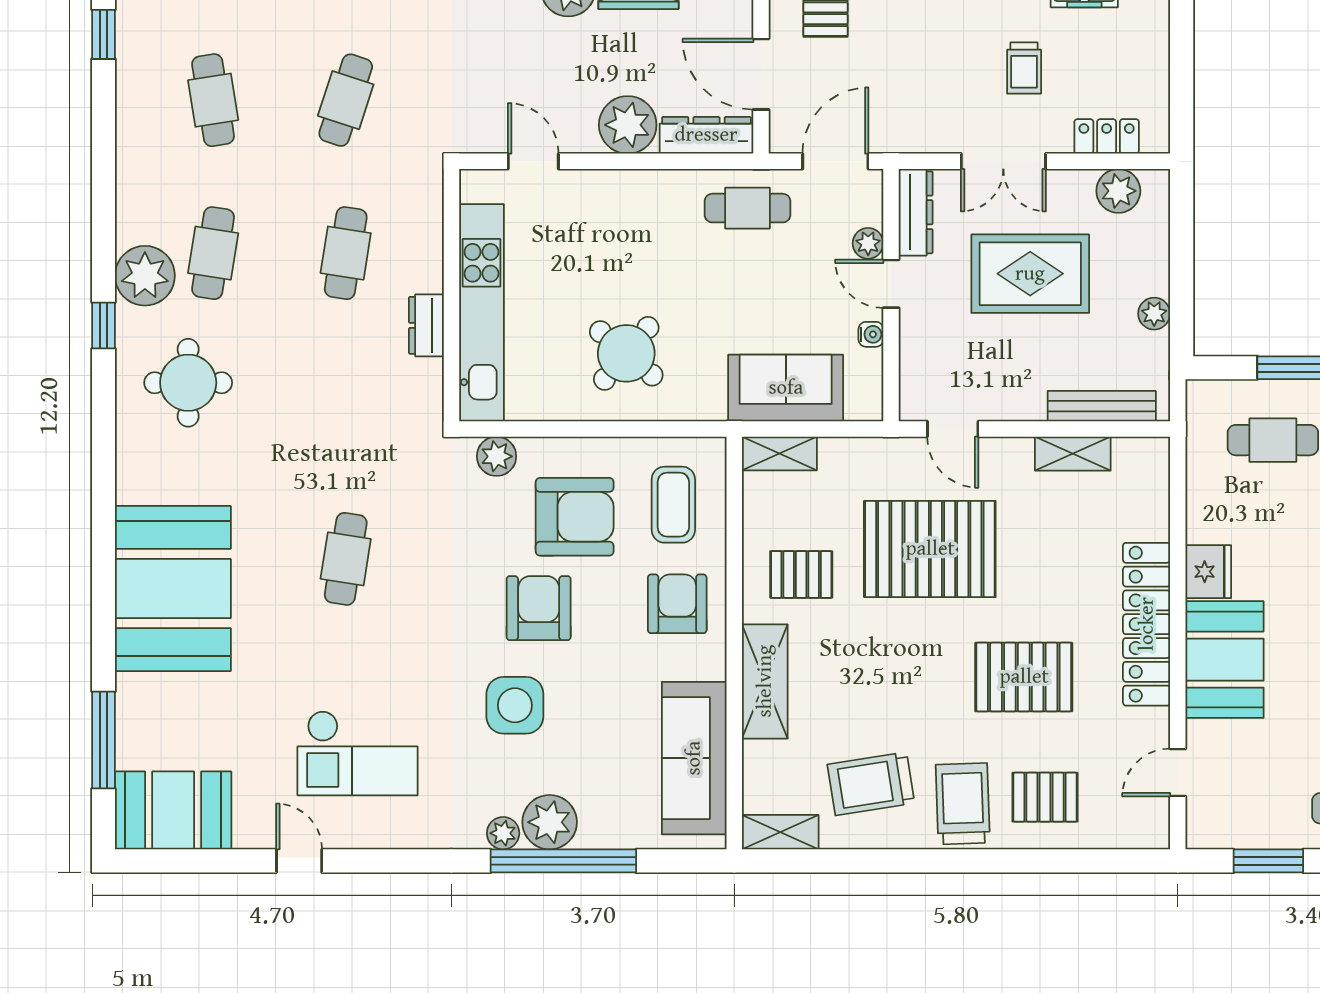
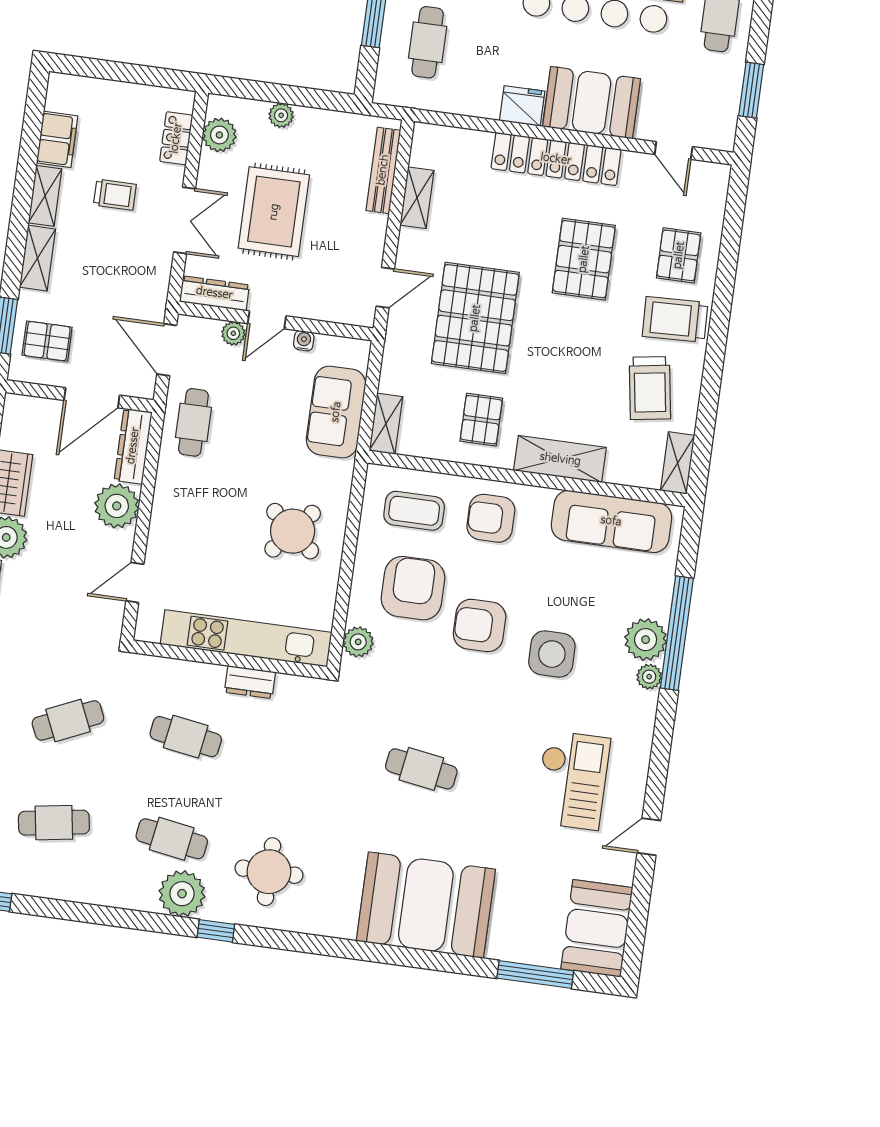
cafe table: (346, 100) -> (68, 720), turned -42
plant: (1154, 314) -> (281, 115), moved

